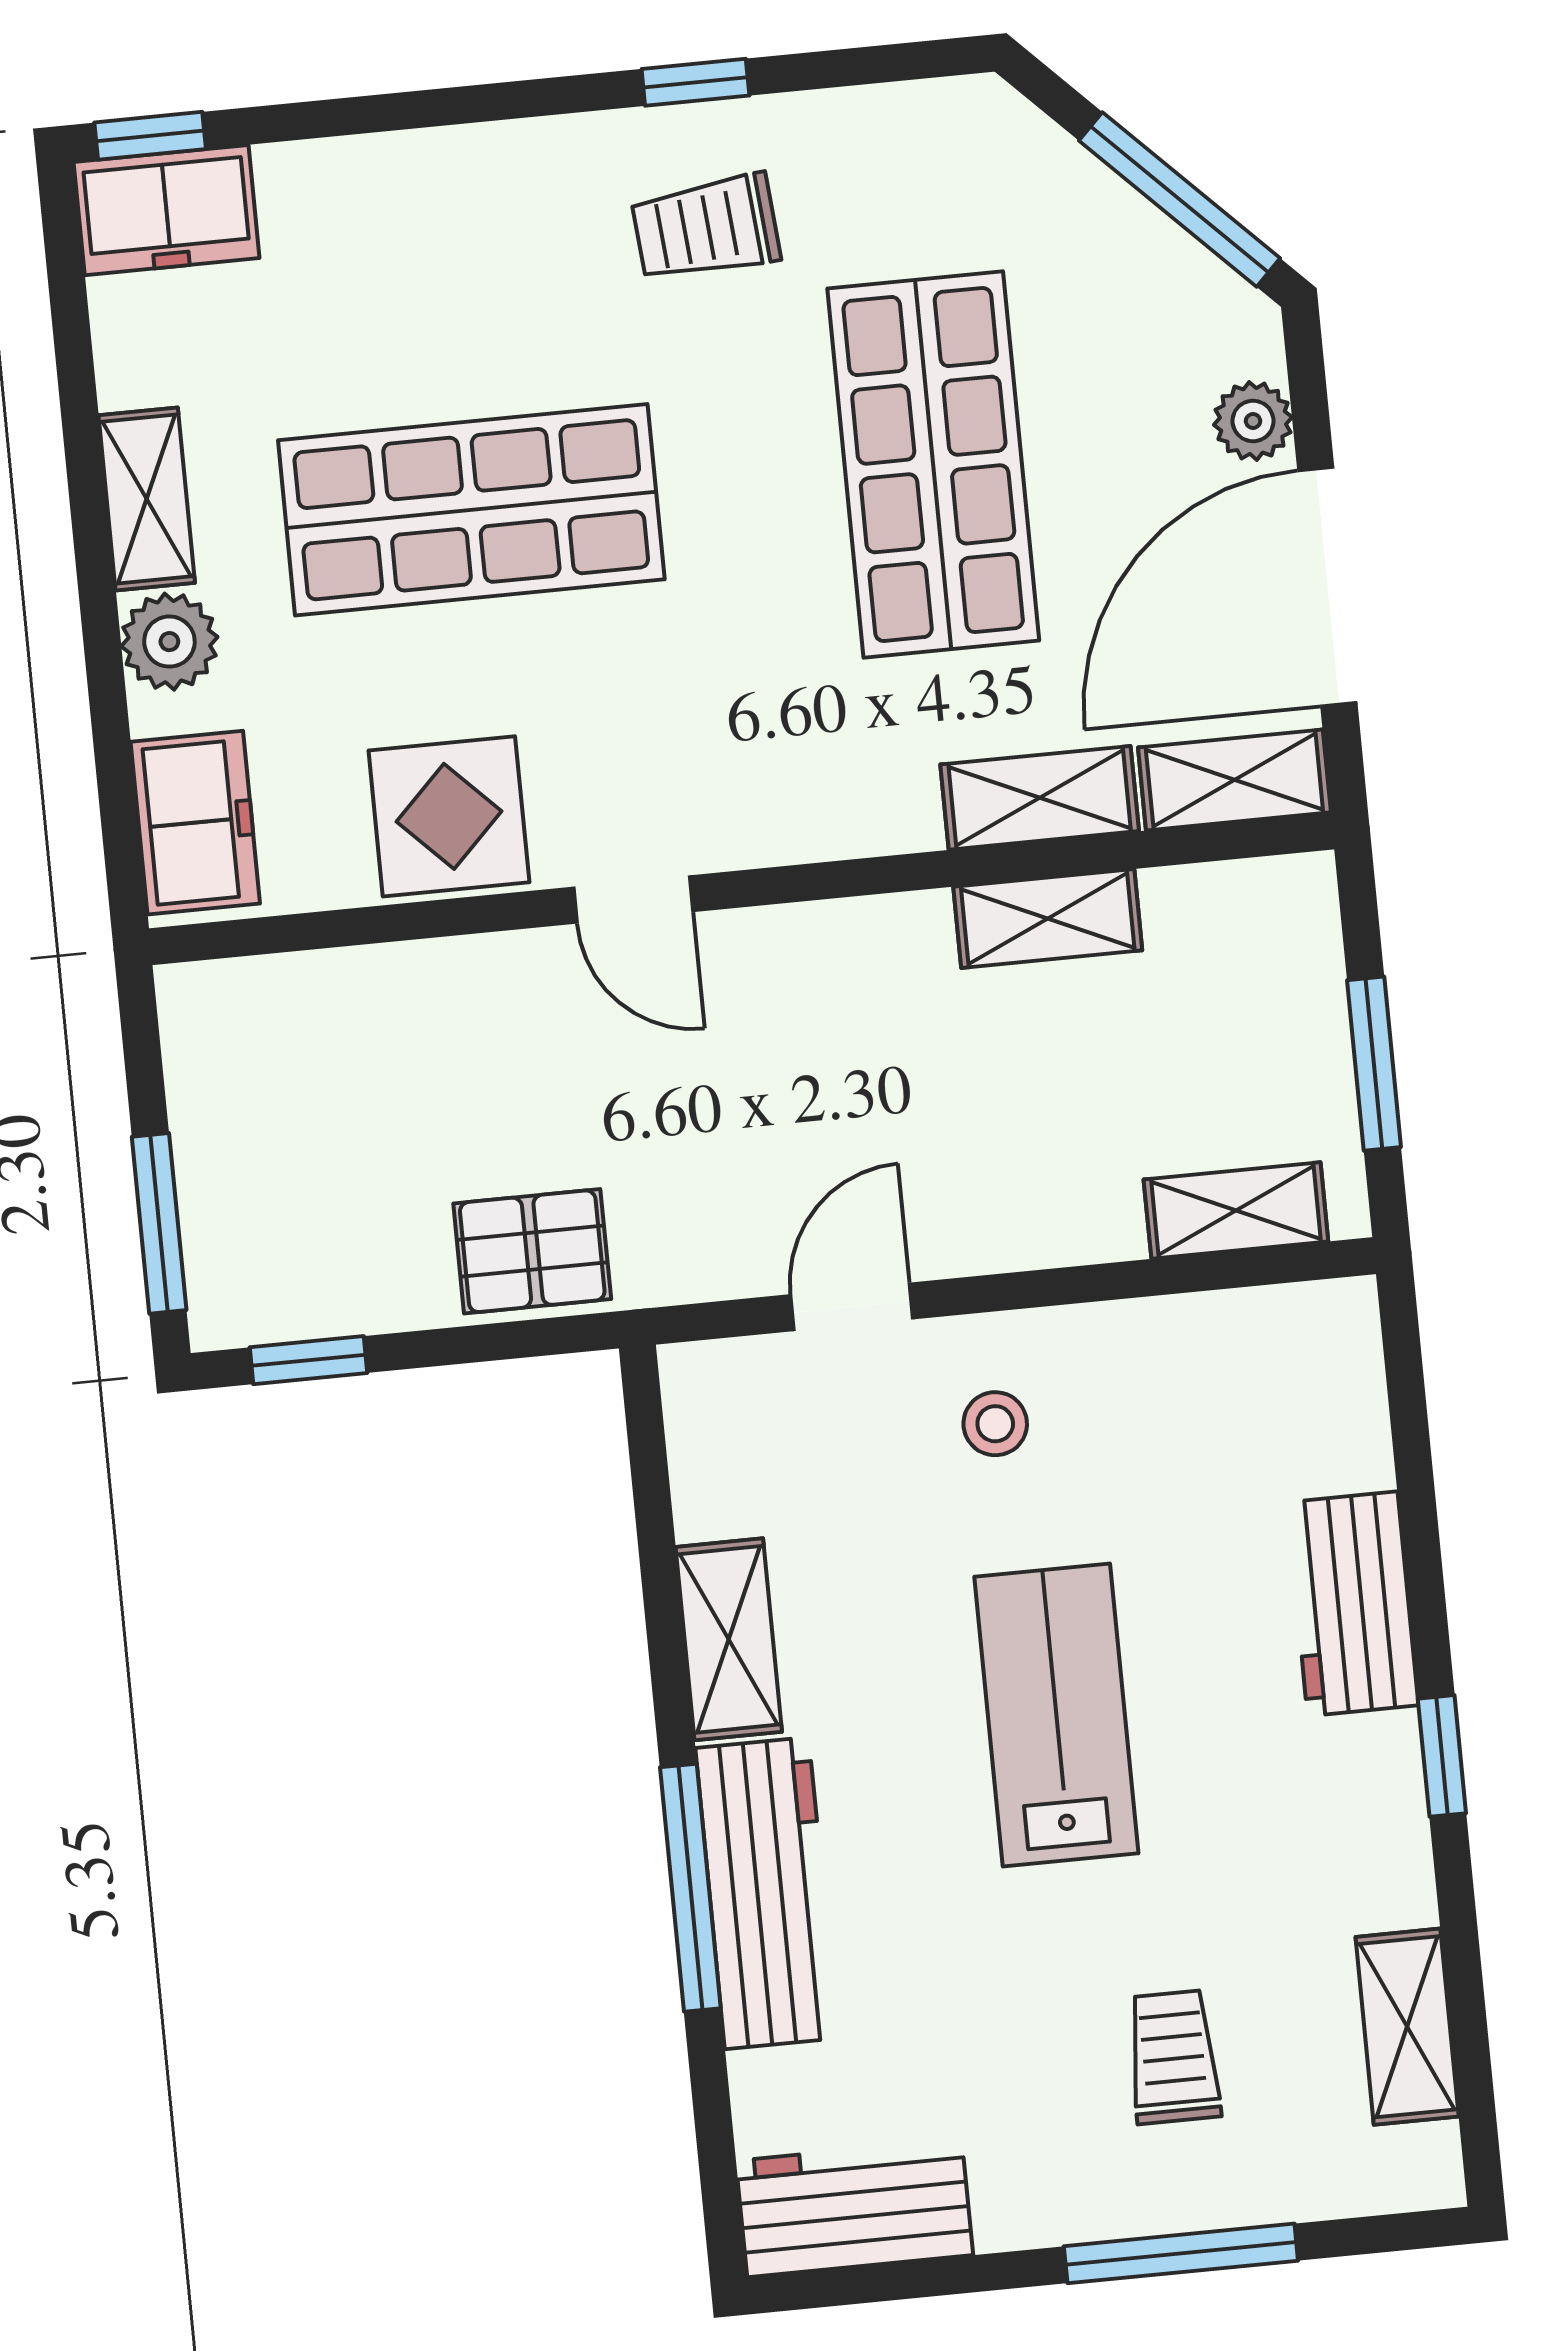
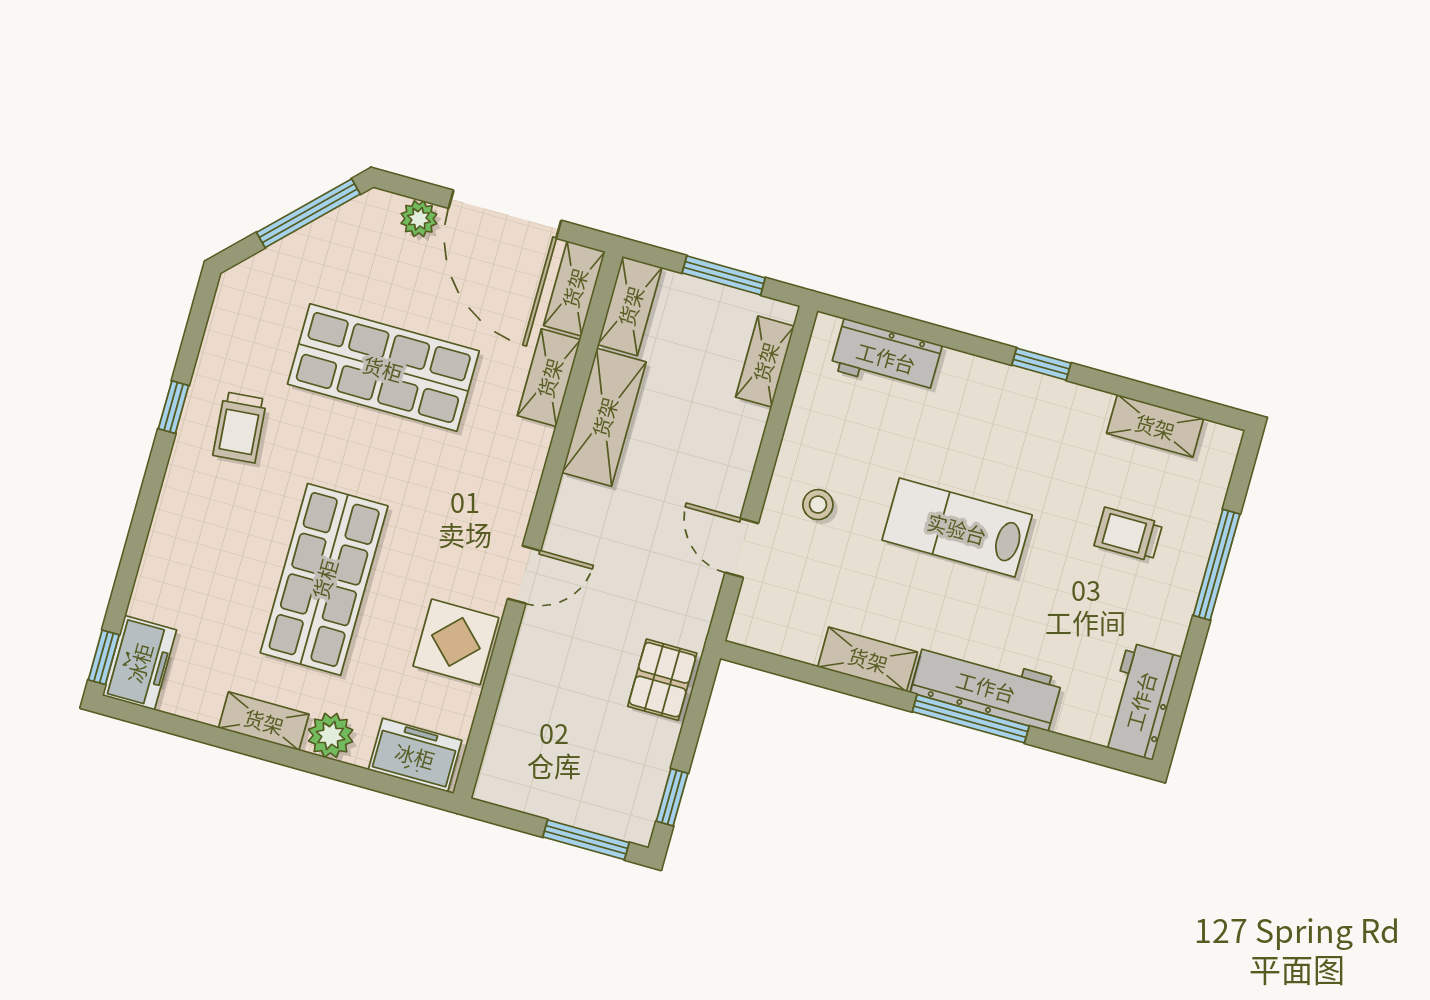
shelving: (1242, 902) -> (630, 306), added
shelving: (1048, 919) -> (604, 417), width x1.50, depth x1.33
workbench: (1353, 1604) -> (886, 357), moved

